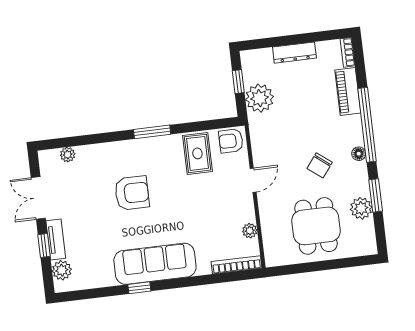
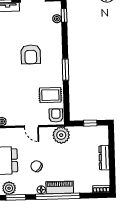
piano: (348, 92) -> (60, 187), moved
plant: (260, 98) -> (61, 135), moved
window: (61, 143) -> (64, 15), added

